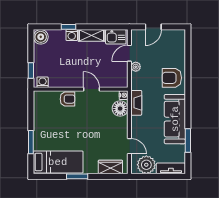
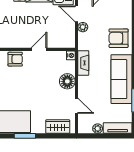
door: (129, 53) -> (76, 14), hinge flipped
door: (91, 89) -> (39, 49), hinge flipped
floor lamp: (120, 109) -> (67, 81), moved
plant: (146, 165) -> (98, 129), width x0.53, depth x0.53

